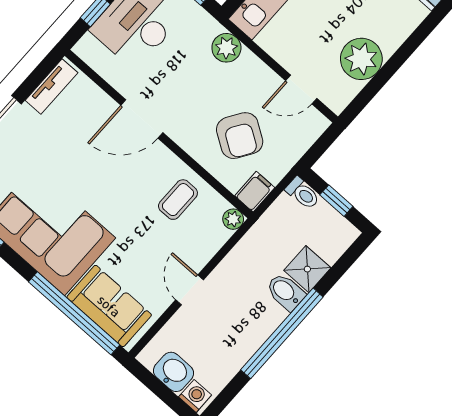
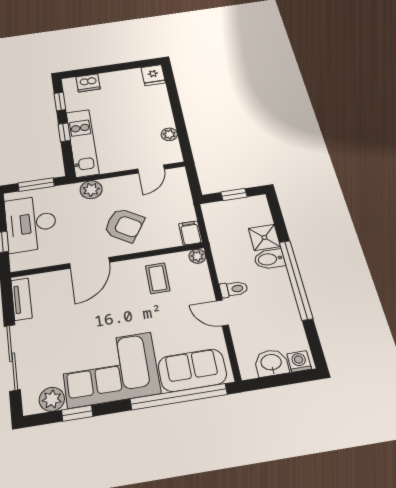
plant: (361, 59) -> (169, 134), width x0.53, depth x0.53
armchair: (240, 136) -> (124, 225), moved
toilet: (303, 193) -> (234, 289), moved

